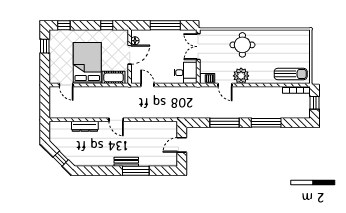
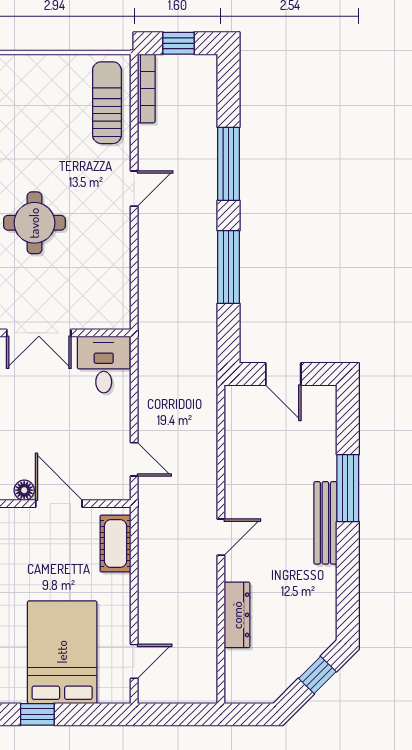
bed: (87, 63) -> (62, 652), moved, turned 90
plant: (241, 76) -> (111, 226), removed
barbecue: (207, 78) -> (118, 310), removed
door: (147, 85) -> (134, 459), swing flipped
door: (225, 85) -> (134, 189), moved
bench: (126, 162) -> (325, 523), width x1.36

